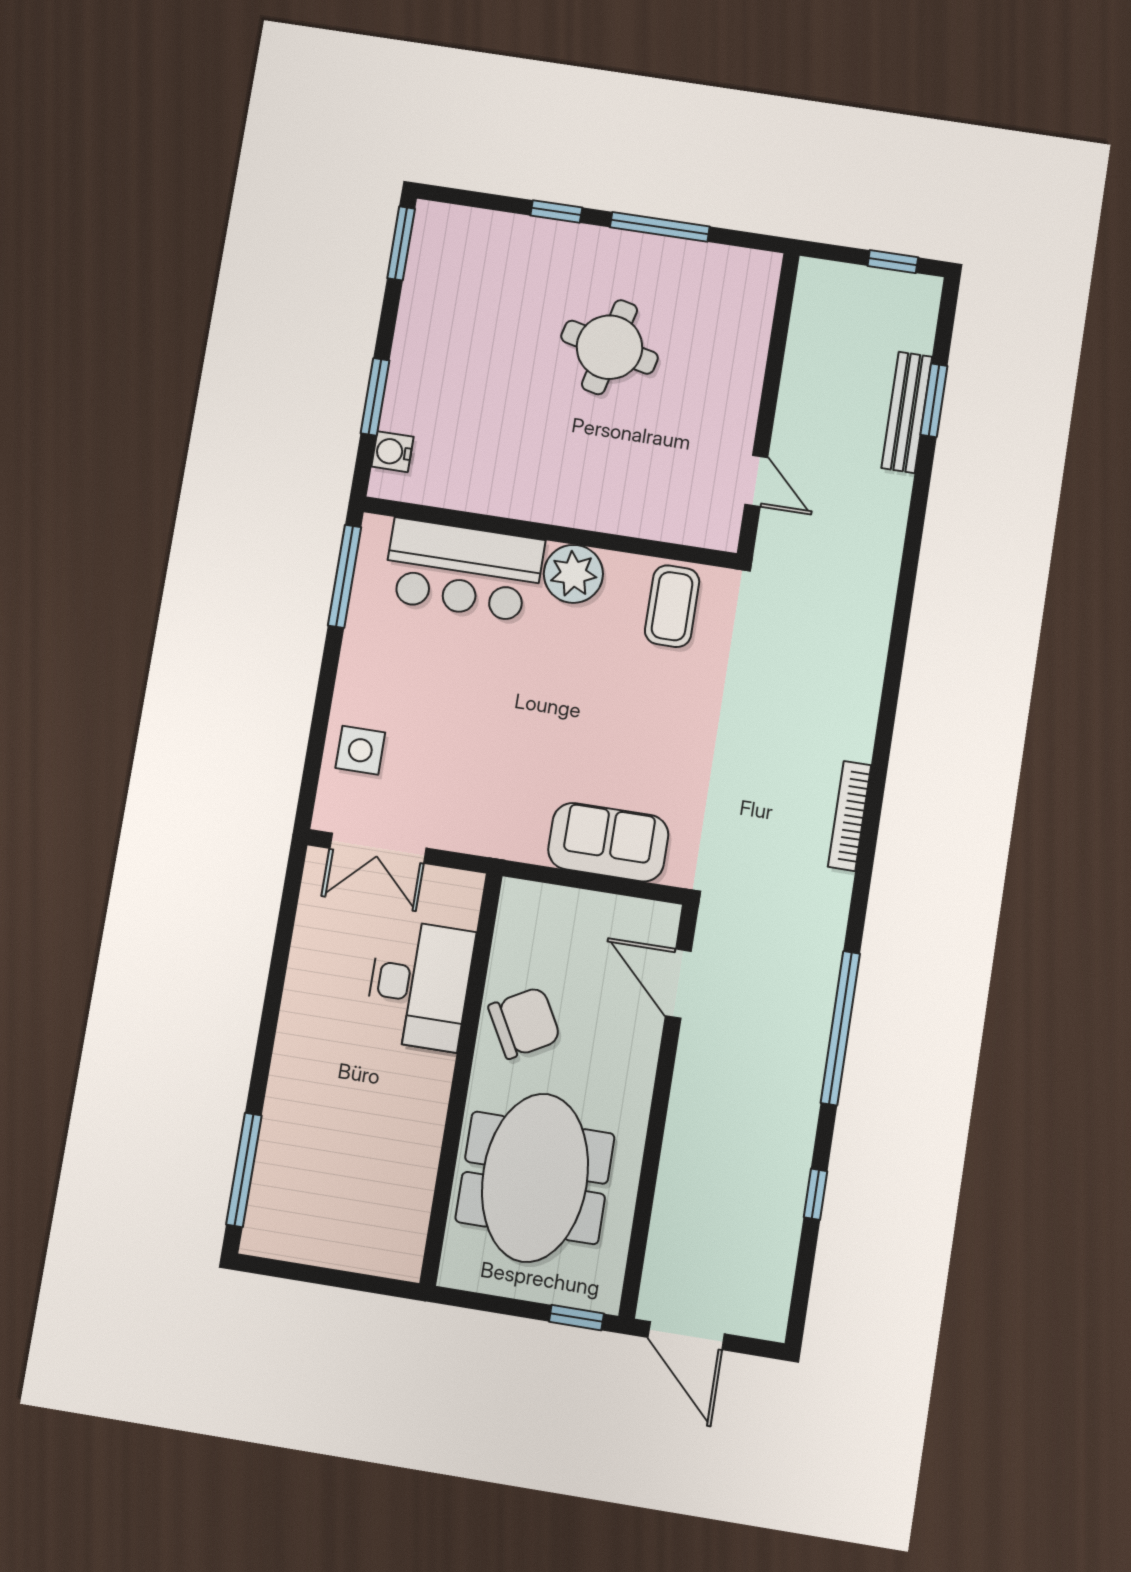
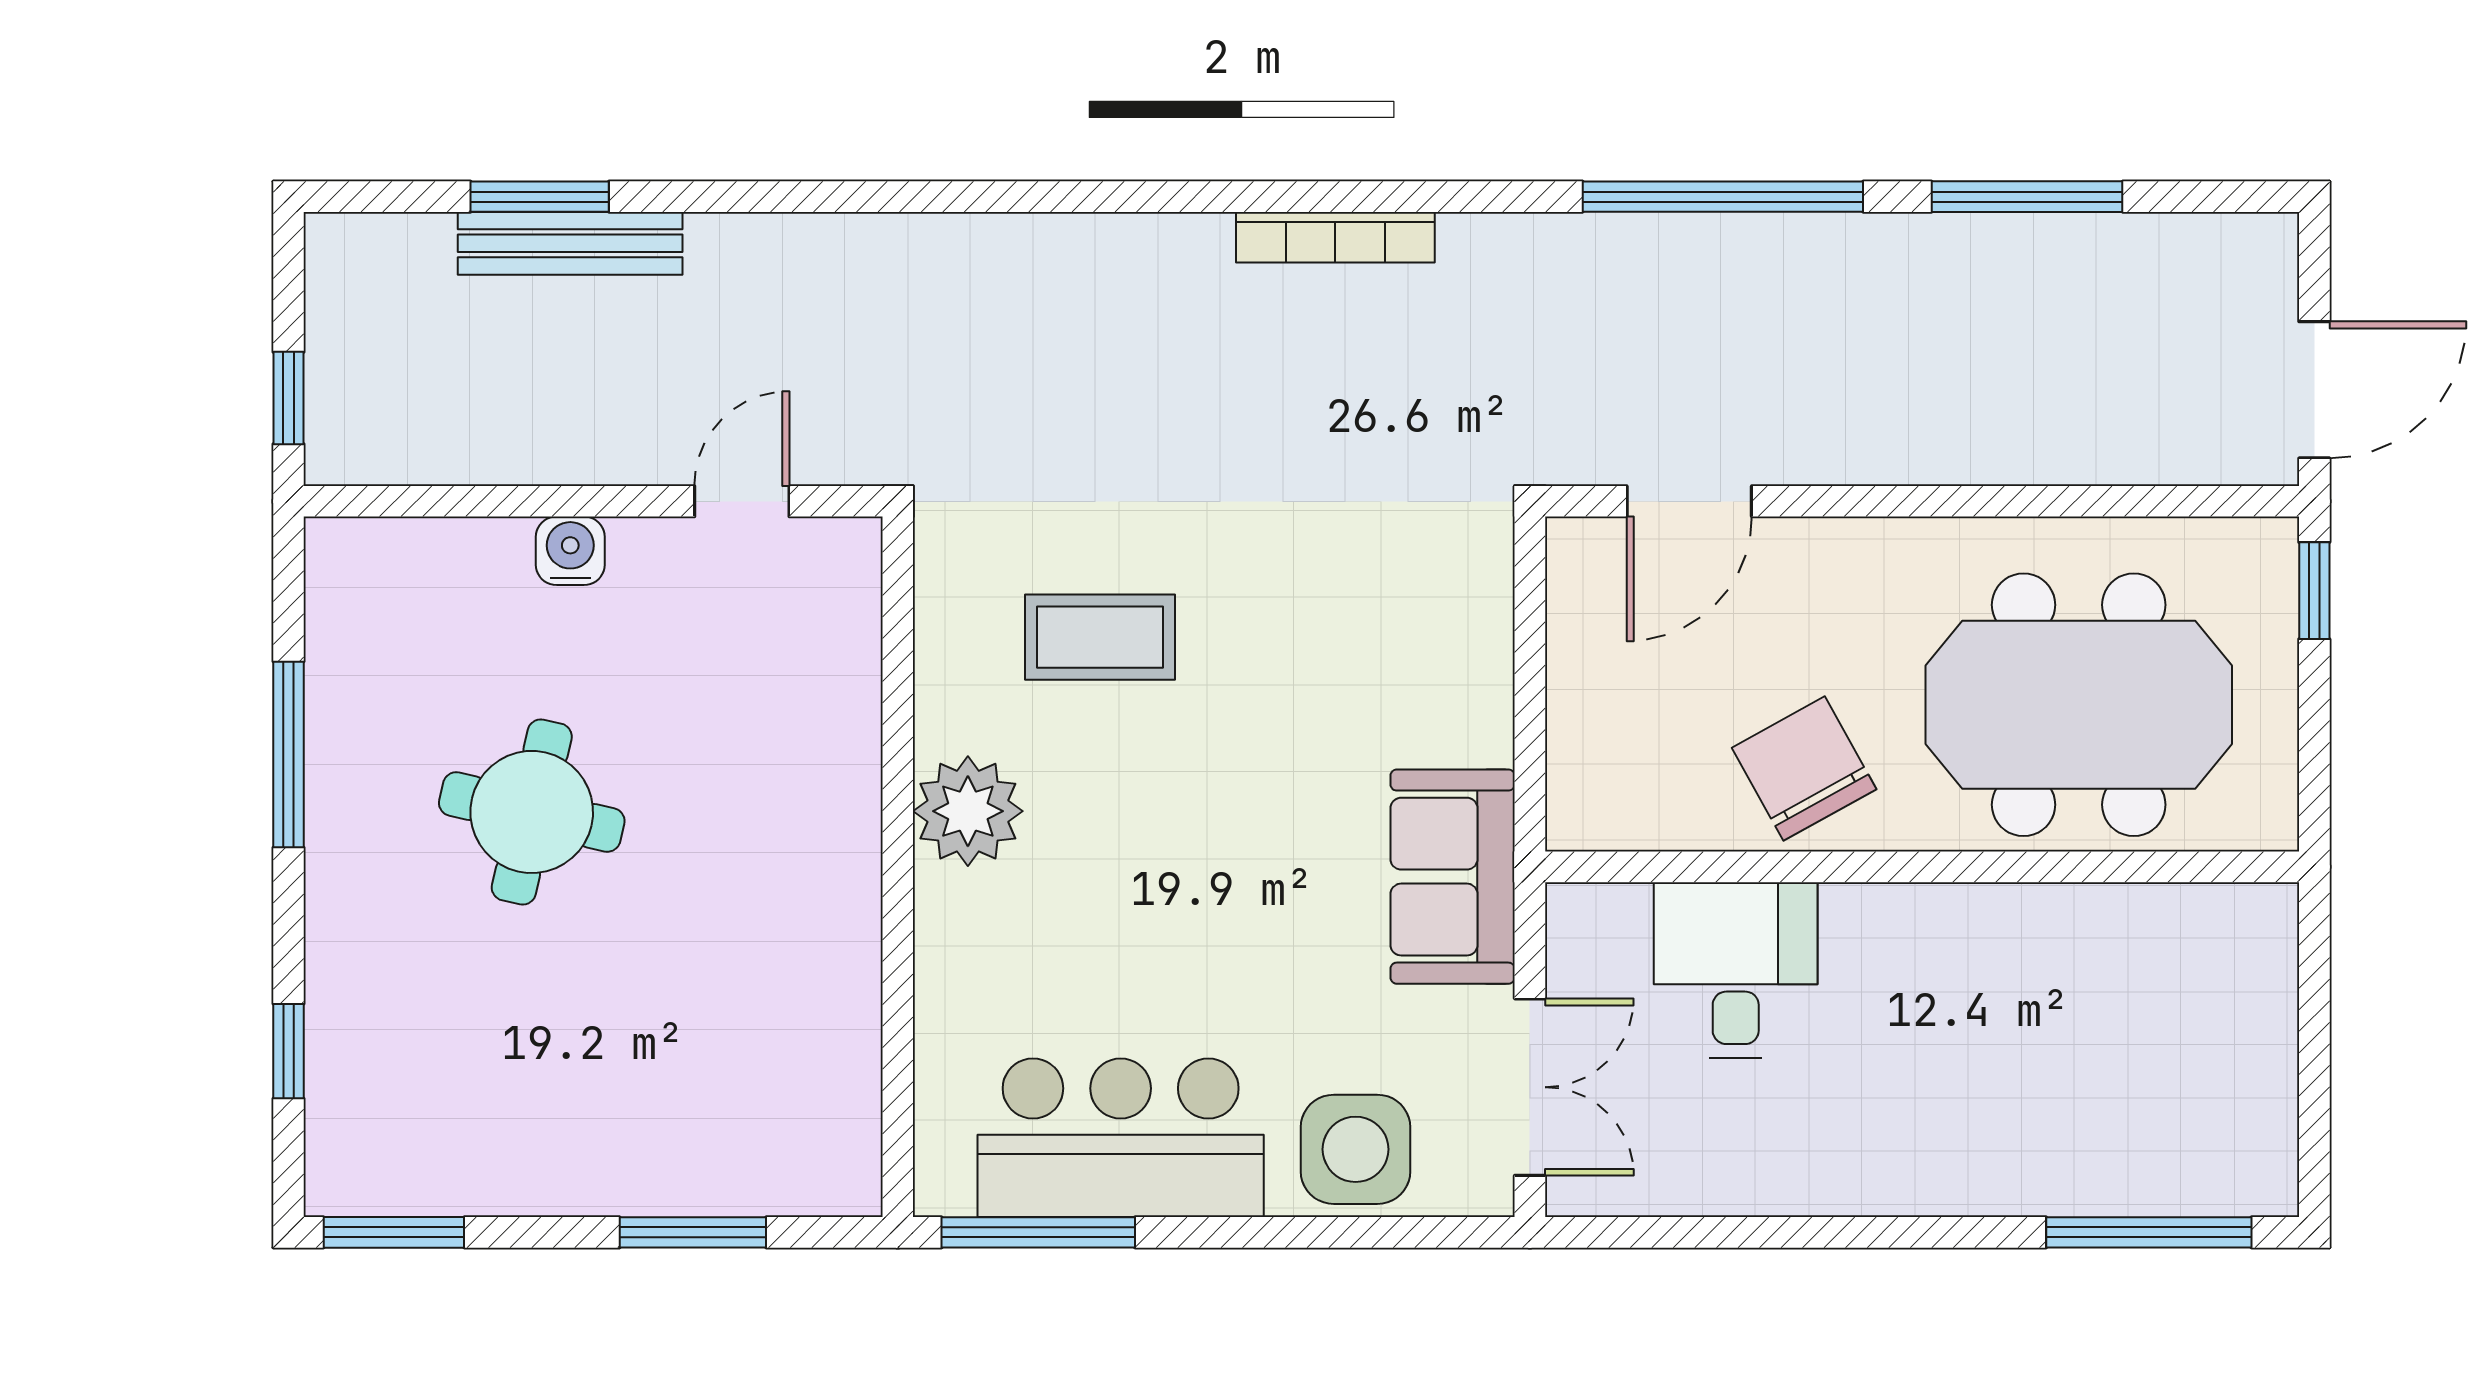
window: (556, 211) -> (289, 1051), moved
window: (893, 262) -> (289, 398), moved
water cooler: (392, 452) -> (570, 551), moved, turned 180
bar counter: (463, 570) -> (1121, 1138), moved, turned -90
coffee table: (672, 606) -> (1100, 637), moved
side table: (360, 750) -> (1356, 1149), width x1.37, depth x1.37
sofa: (608, 842) -> (1453, 877), moved
desk: (419, 985) -> (1736, 970), width x0.73
window: (815, 1194) -> (2027, 197), width x2.17

